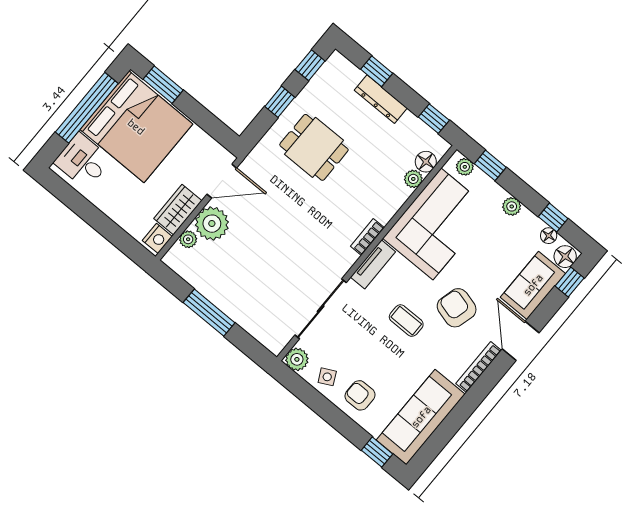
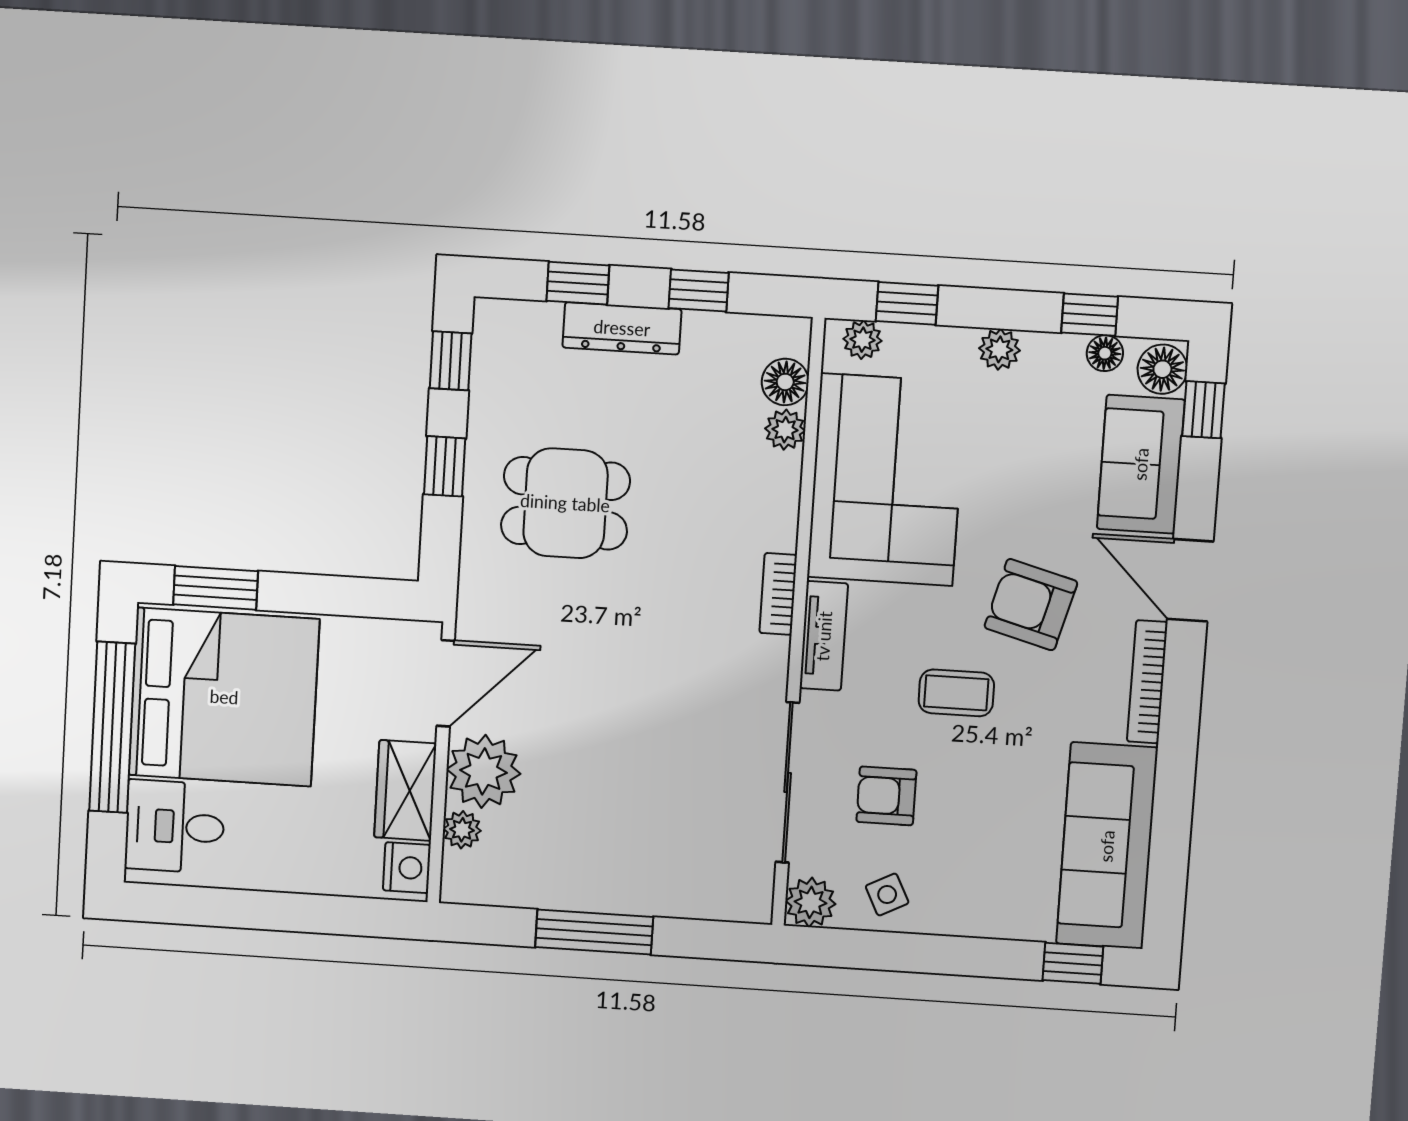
window: (434, 119) -> (699, 291), moved
armchair: (360, 395) -> (886, 796), moved

